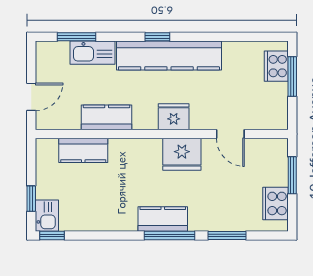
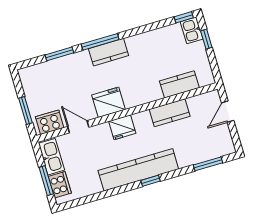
kitchen sink: (92, 53) -> (51, 157), moved, turned 90
cooker: (276, 203) -> (50, 122), moved, turned -90

